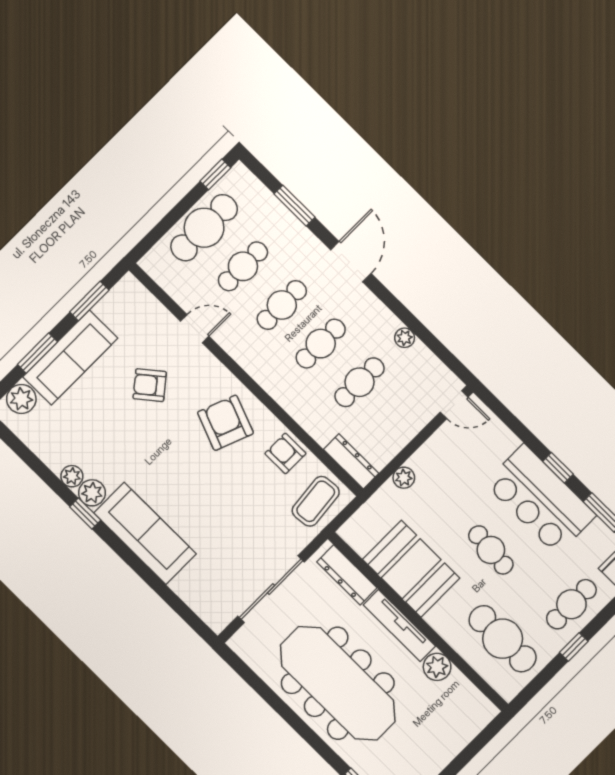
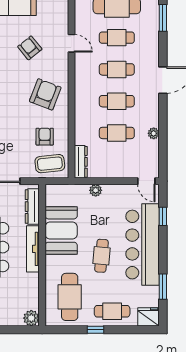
window: (294, 206) -> (163, 18), moved
armchair: (285, 453) -> (45, 137), moved
window: (558, 468) -> (163, 216), moved
bar counter: (540, 499) -> (143, 245), width x1.36
plant: (437, 667) -> (31, 318), moved

